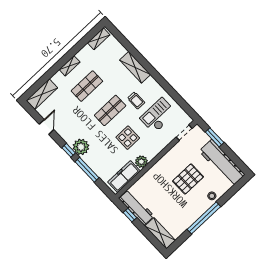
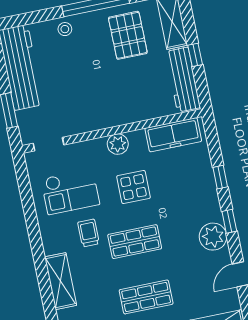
plant: (81, 147) -> (213, 237), moved
plant: (141, 162) -> (118, 144), moved
window: (87, 170) -> (220, 177), width x0.46
pallet: (188, 179) -> (128, 35), moved, turned 90
window: (130, 215) -> (195, 55), moved

